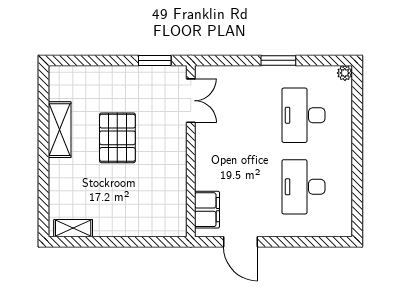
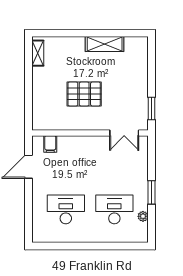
plant: (345, 73) -> (143, 216), moved
pallet: (117, 138) -> (84, 94), moved
filing cabinet: (207, 210) -> (50, 144), width x0.50

